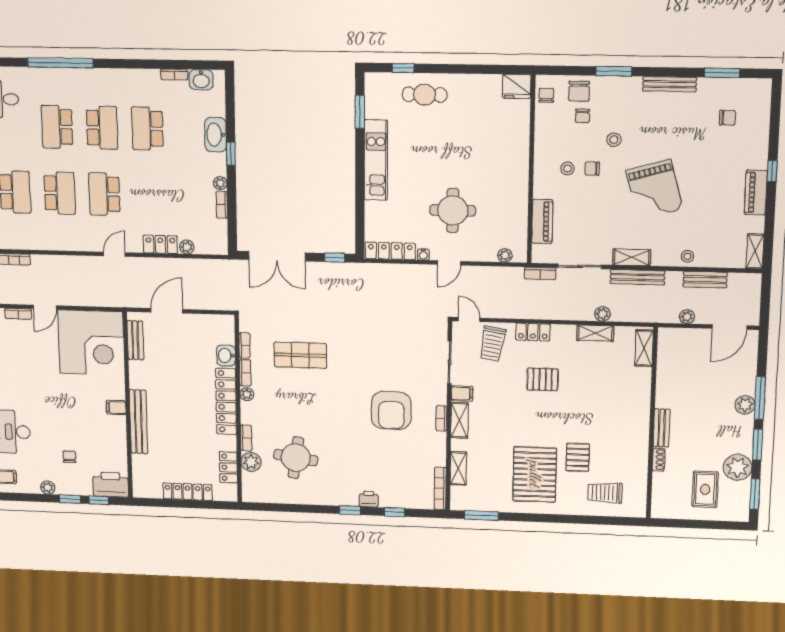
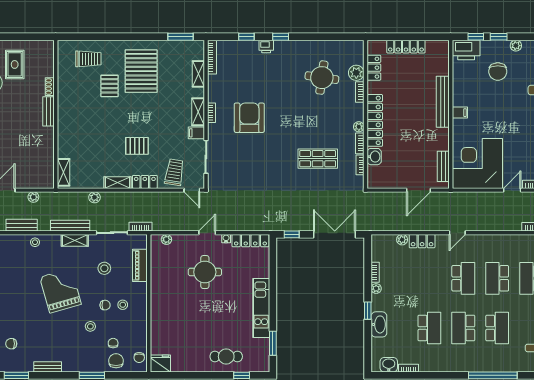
bench: (670, 84) -> (48, 367), width x0.73
stool: (592, 219) -> (104, 268), added
shelving: (595, 333) -> (118, 183), moved
chair: (69, 457) -> (498, 72), width x1.87, depth x1.87

